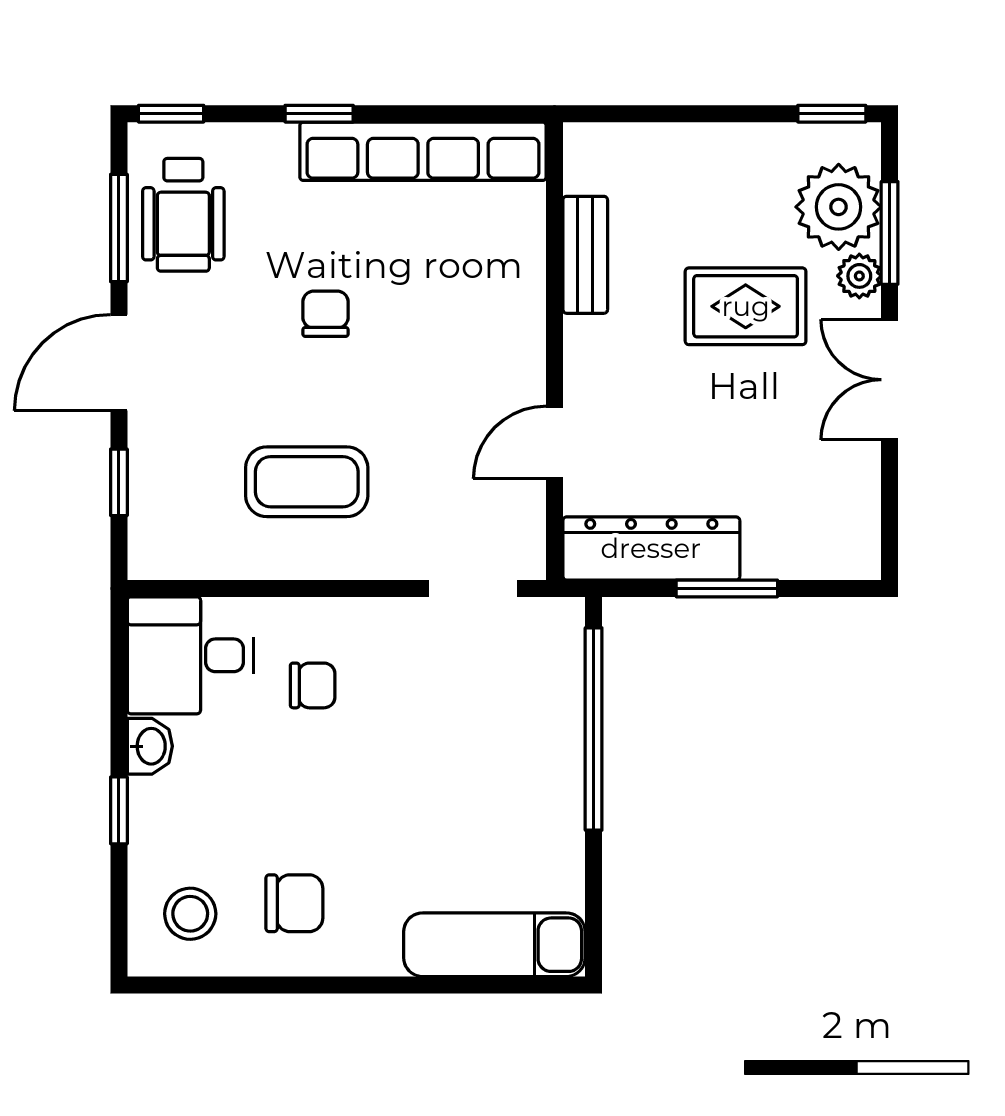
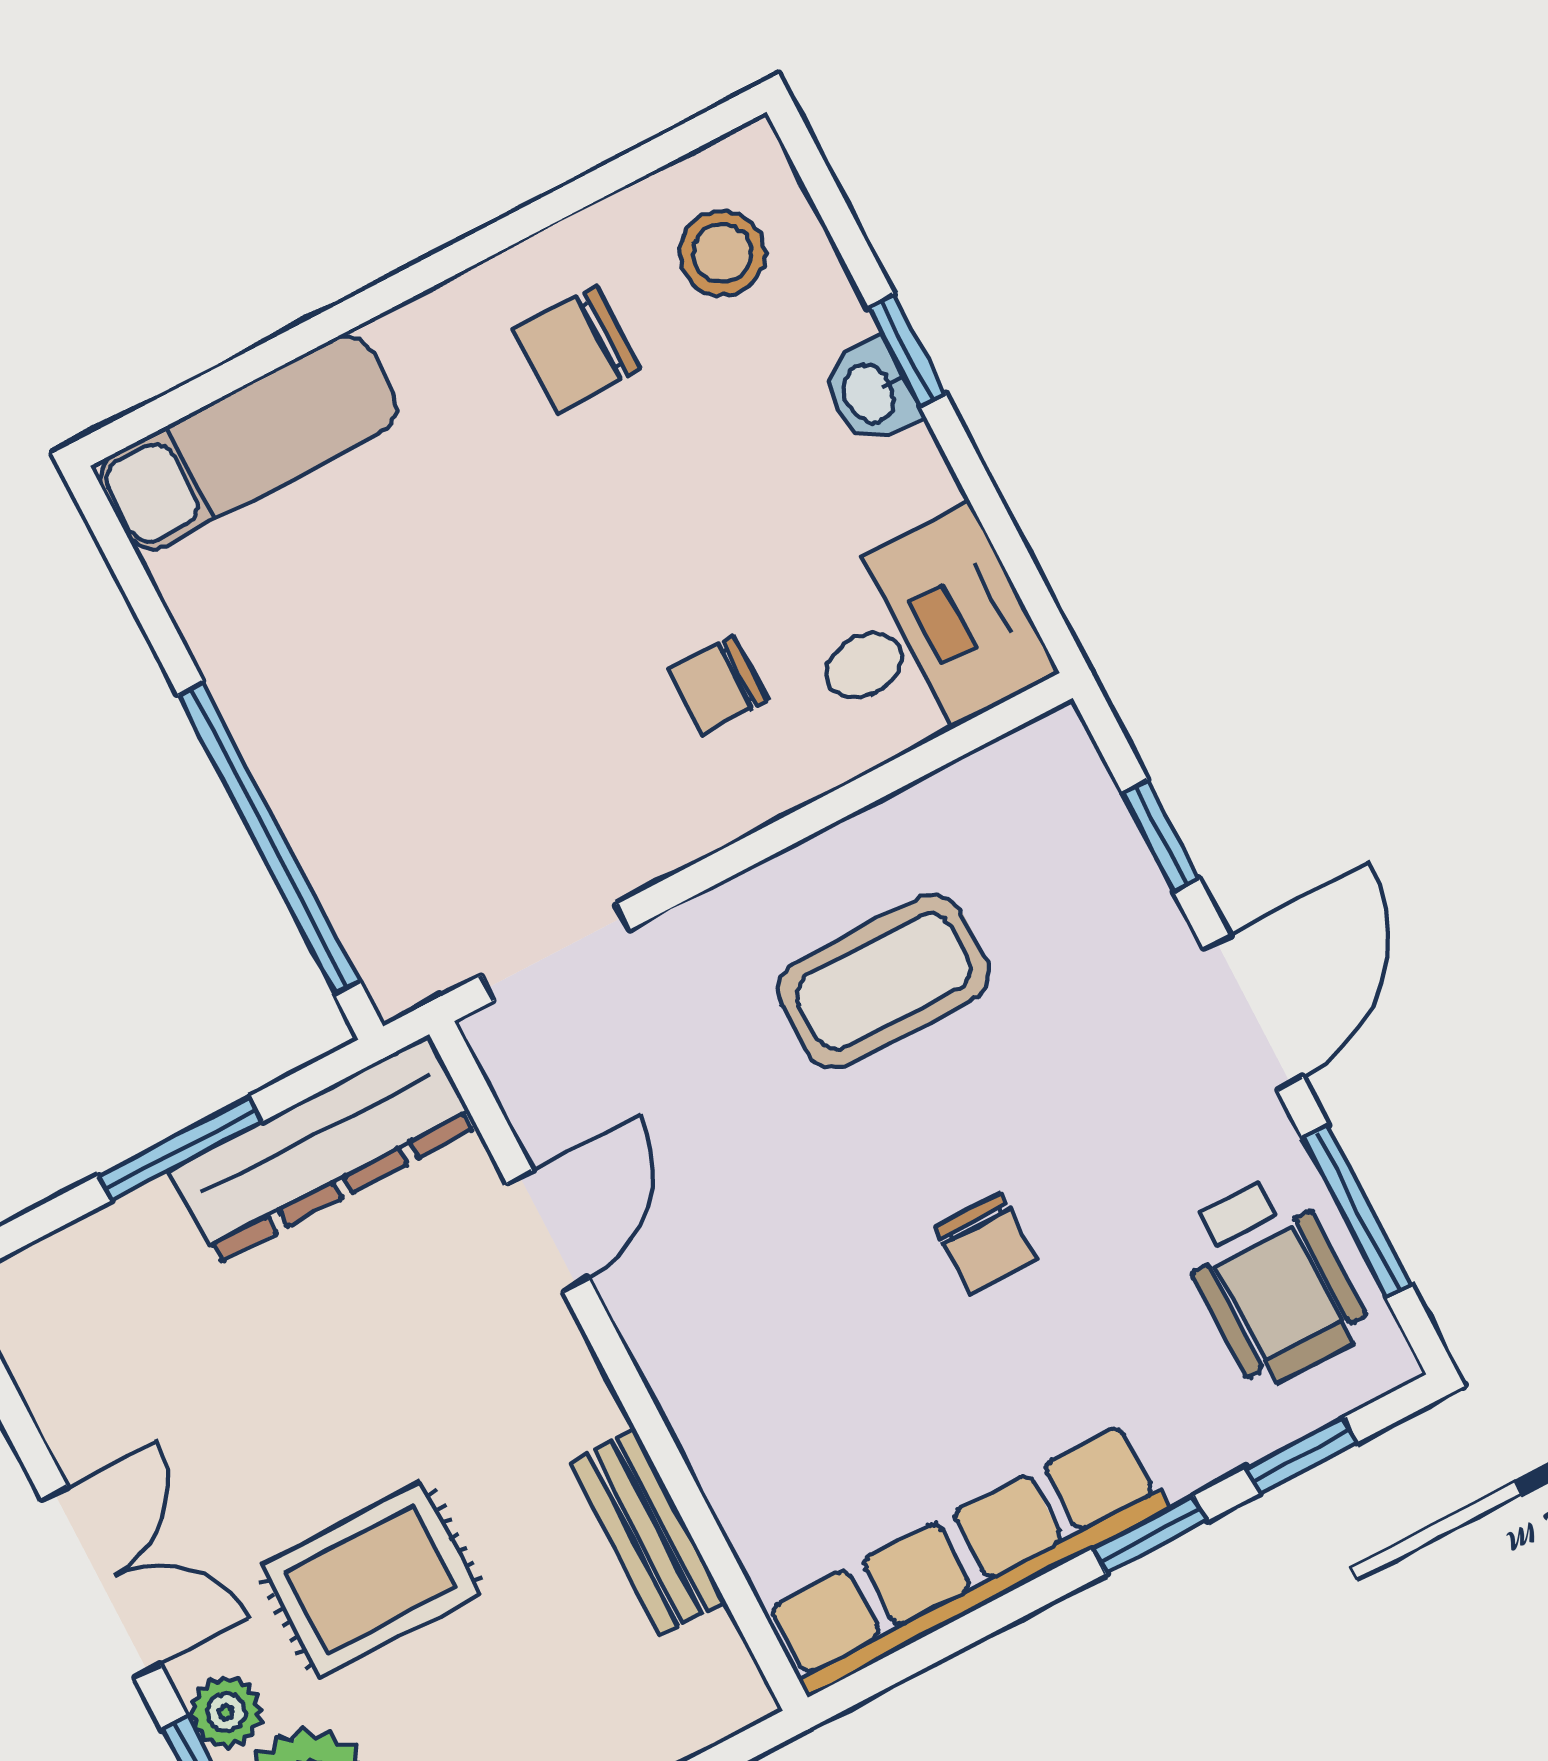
window: (171, 114) -> (1302, 1455), moved
wheelchair: (183, 215) -> (1272, 1281), turned 180
washbasin: (150, 746) -> (871, 392), moved

